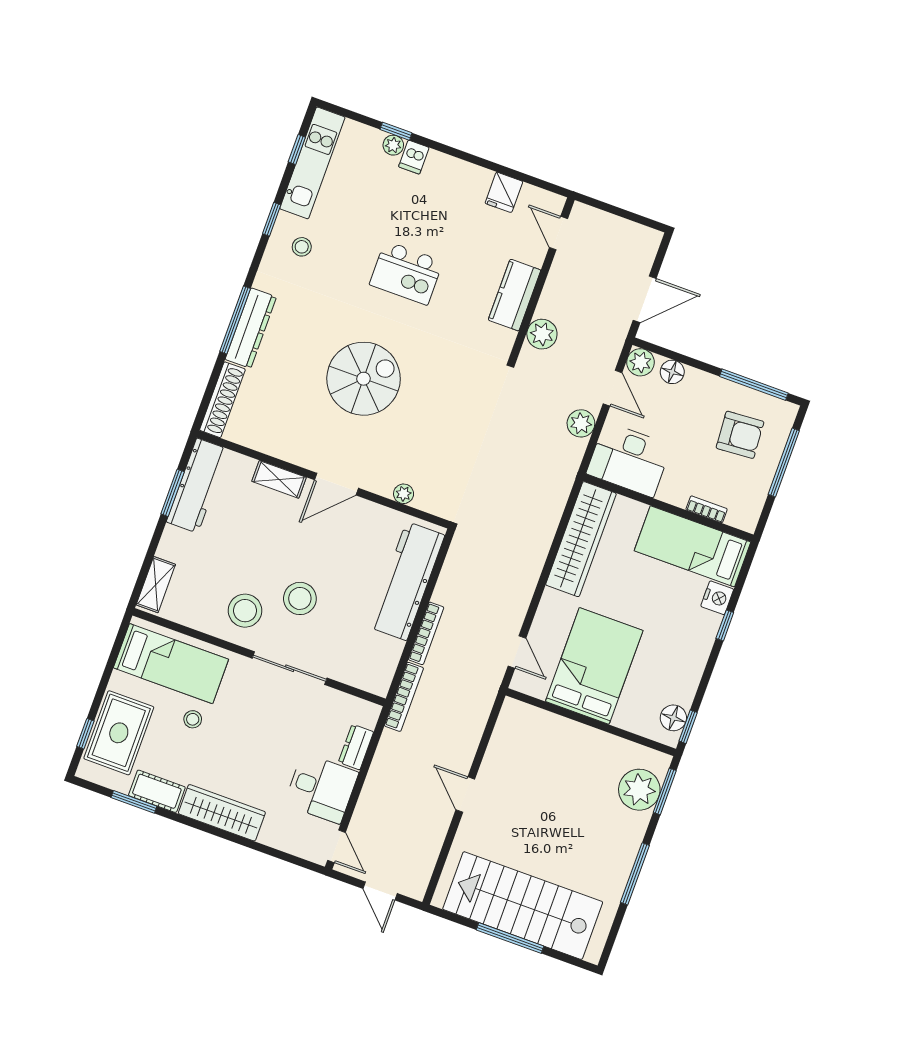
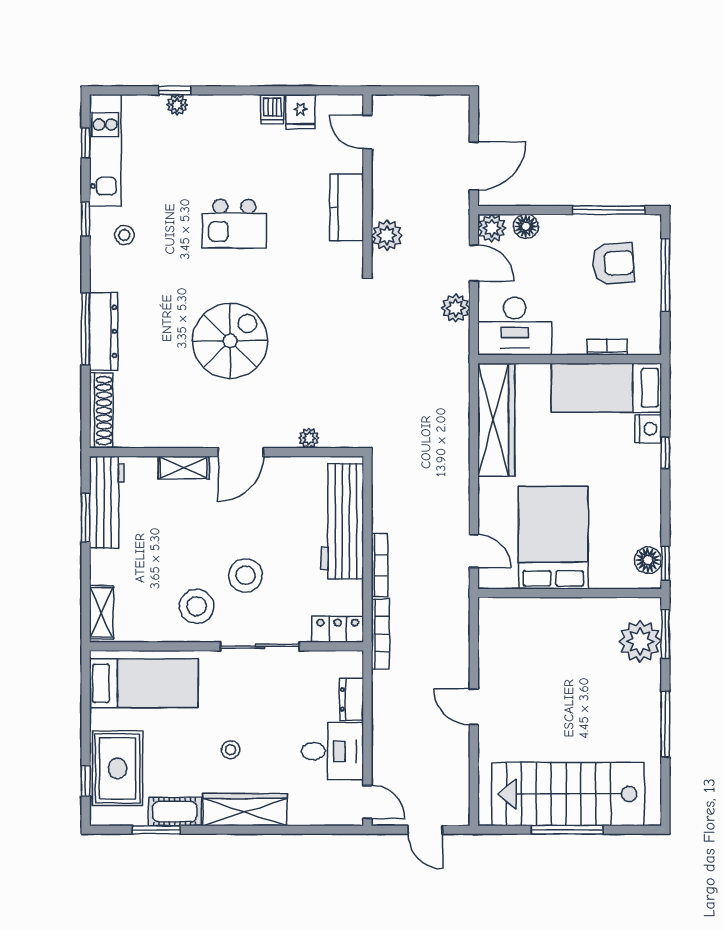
dishwasher: (414, 157) -> (272, 109), moved
locker: (366, 678) -> (338, 629), added
stool: (193, 719) -> (231, 750), moved

